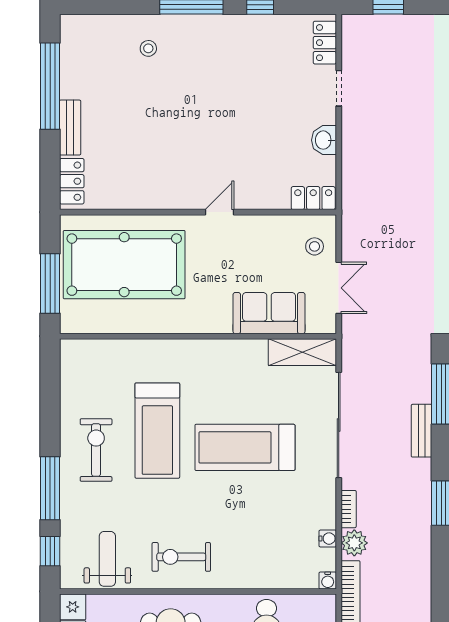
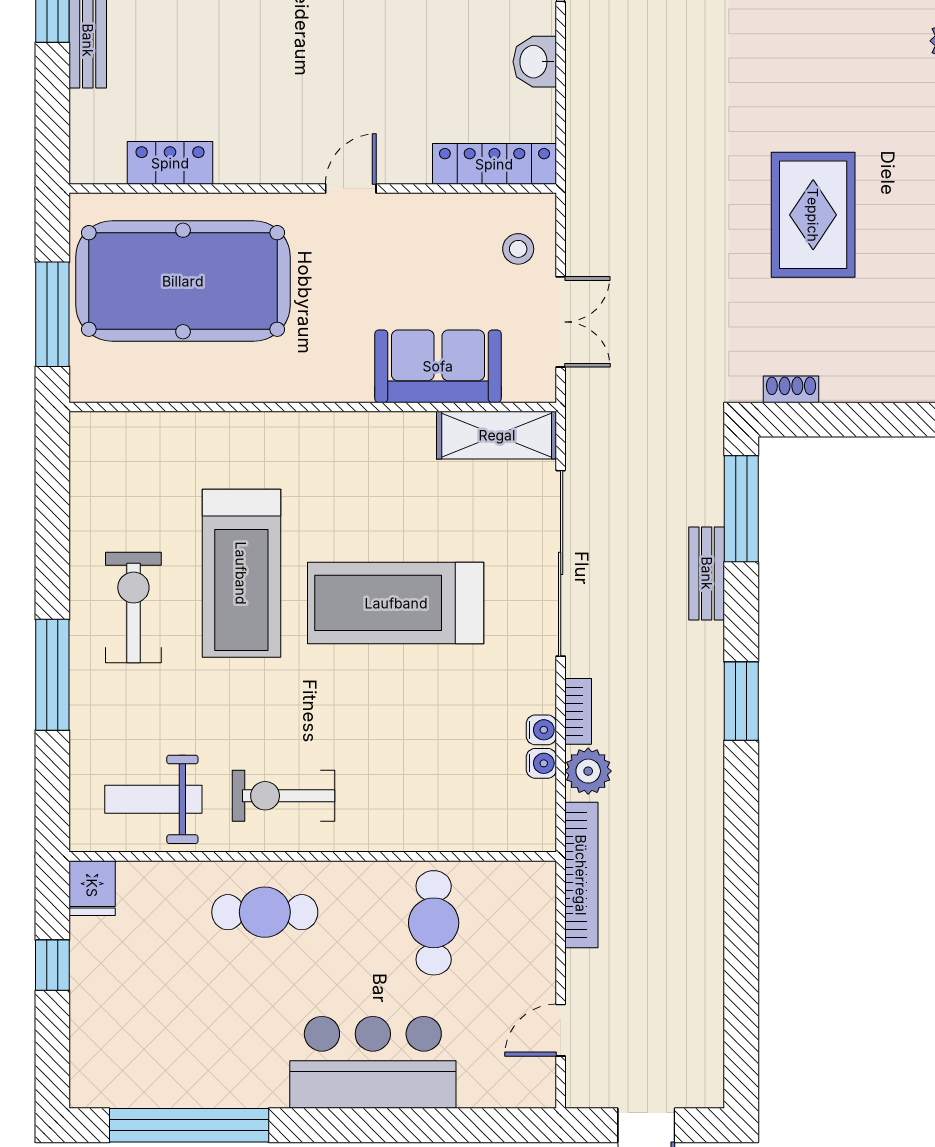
locker: (72, 181) -> (170, 163), moved, turned -90
locker: (313, 198) -> (494, 164), width x1.53
window: (50, 551) -> (52, 786), removed
weight bench: (107, 559) -> (153, 799), turned -90
water cooler: (328, 580) -> (541, 730), moved, turned -90

